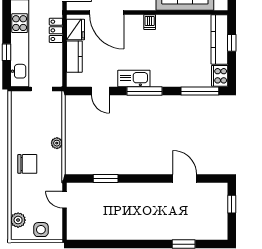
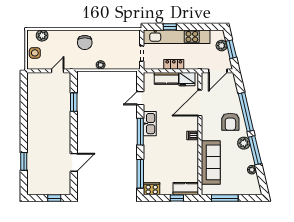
locker: (56, 30) -> (174, 64), moved
kitchen counter: (219, 39) -> (186, 189), width x0.67

